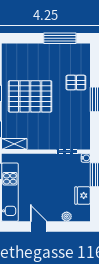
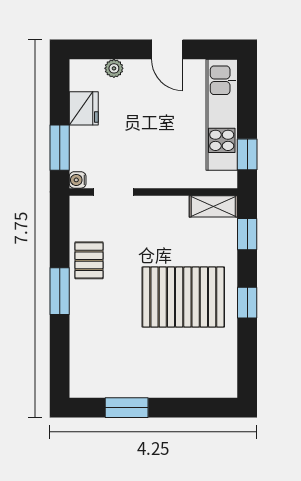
window: (60, 38) -> (127, 408), width x0.69
pallet: (76, 83) -> (89, 260), moved, turned 90

